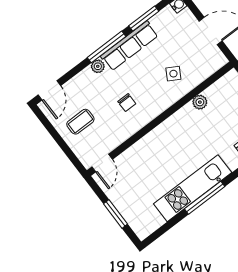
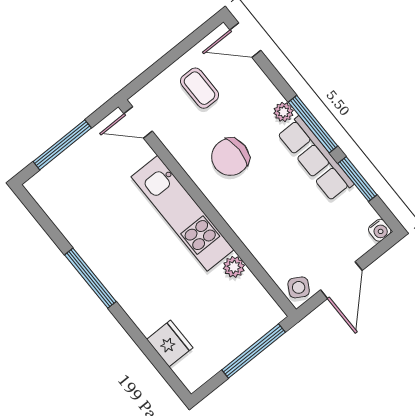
side table: (173, 74) -> (299, 287), moved
chair: (127, 103) -> (230, 157), width x1.87, depth x1.87
kitchen unit: (193, 188) -> (183, 213), moved, turned 180
window: (116, 214) -> (62, 145), width x1.44

